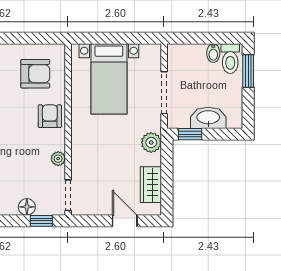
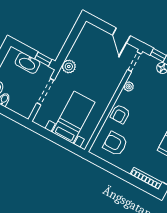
wardrobe: (151, 185) -> (82, 42), removed
door: (125, 221) -> (121, 35), moved

